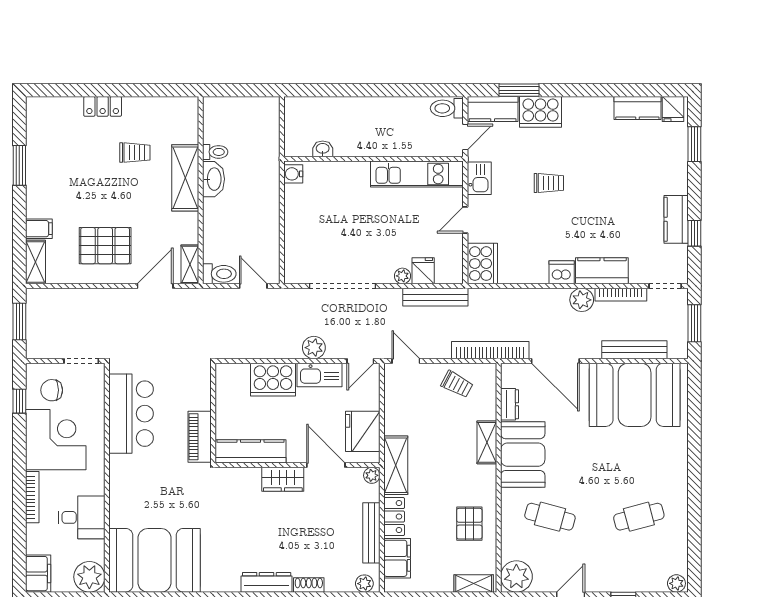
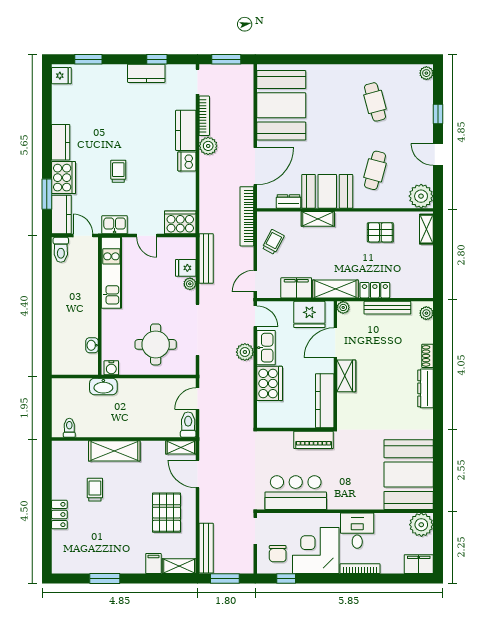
kitchen counter: (637, 108) -> (61, 142), moved
toilet: (215, 152) -> (69, 428), moved
washbasin: (214, 179) -> (103, 387), moved, turned 180
round table: (324, 232) -> (156, 344), added
bench: (634, 350) -> (206, 548), moved
desk: (82, 517) -> (357, 531), moved
filing cabinet: (397, 558) -> (296, 288), moved

